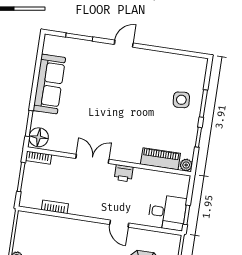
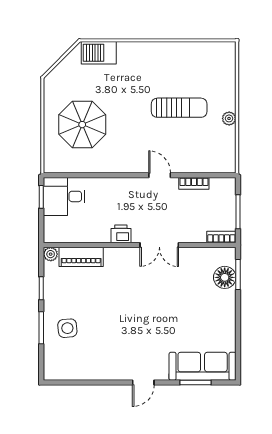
sofa: (49, 84) -> (203, 366), moved, turned 90
floor lamp: (39, 137) -> (225, 277), moved
door: (119, 224) -> (160, 175), moved

